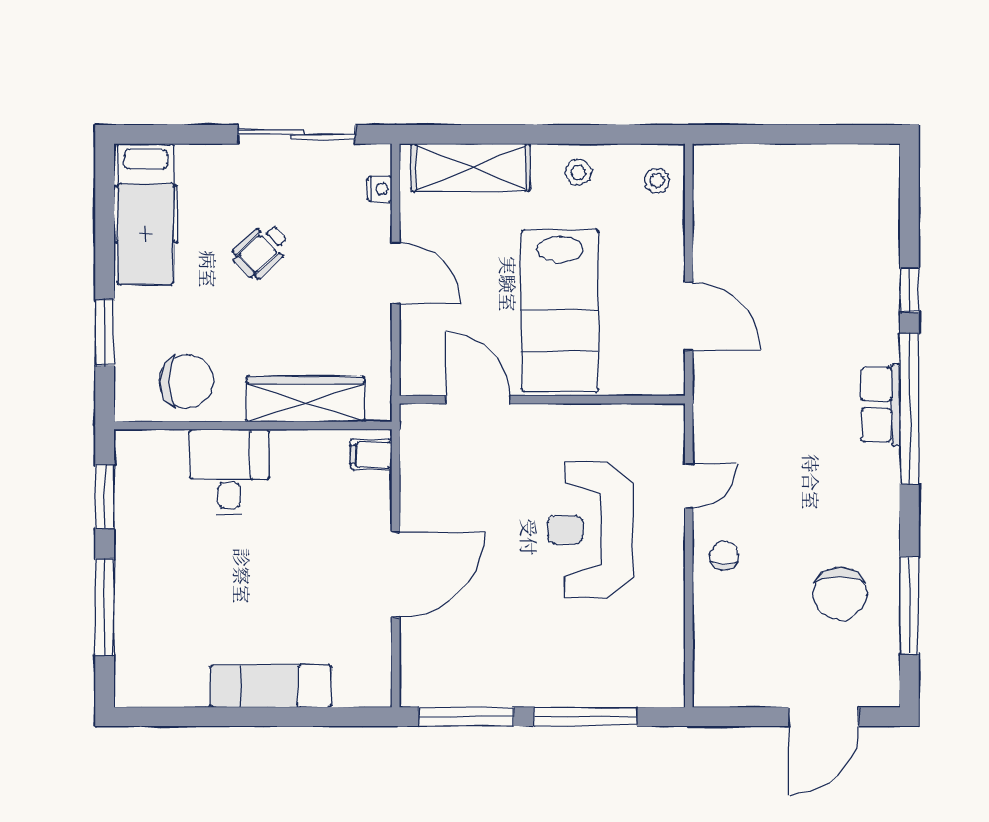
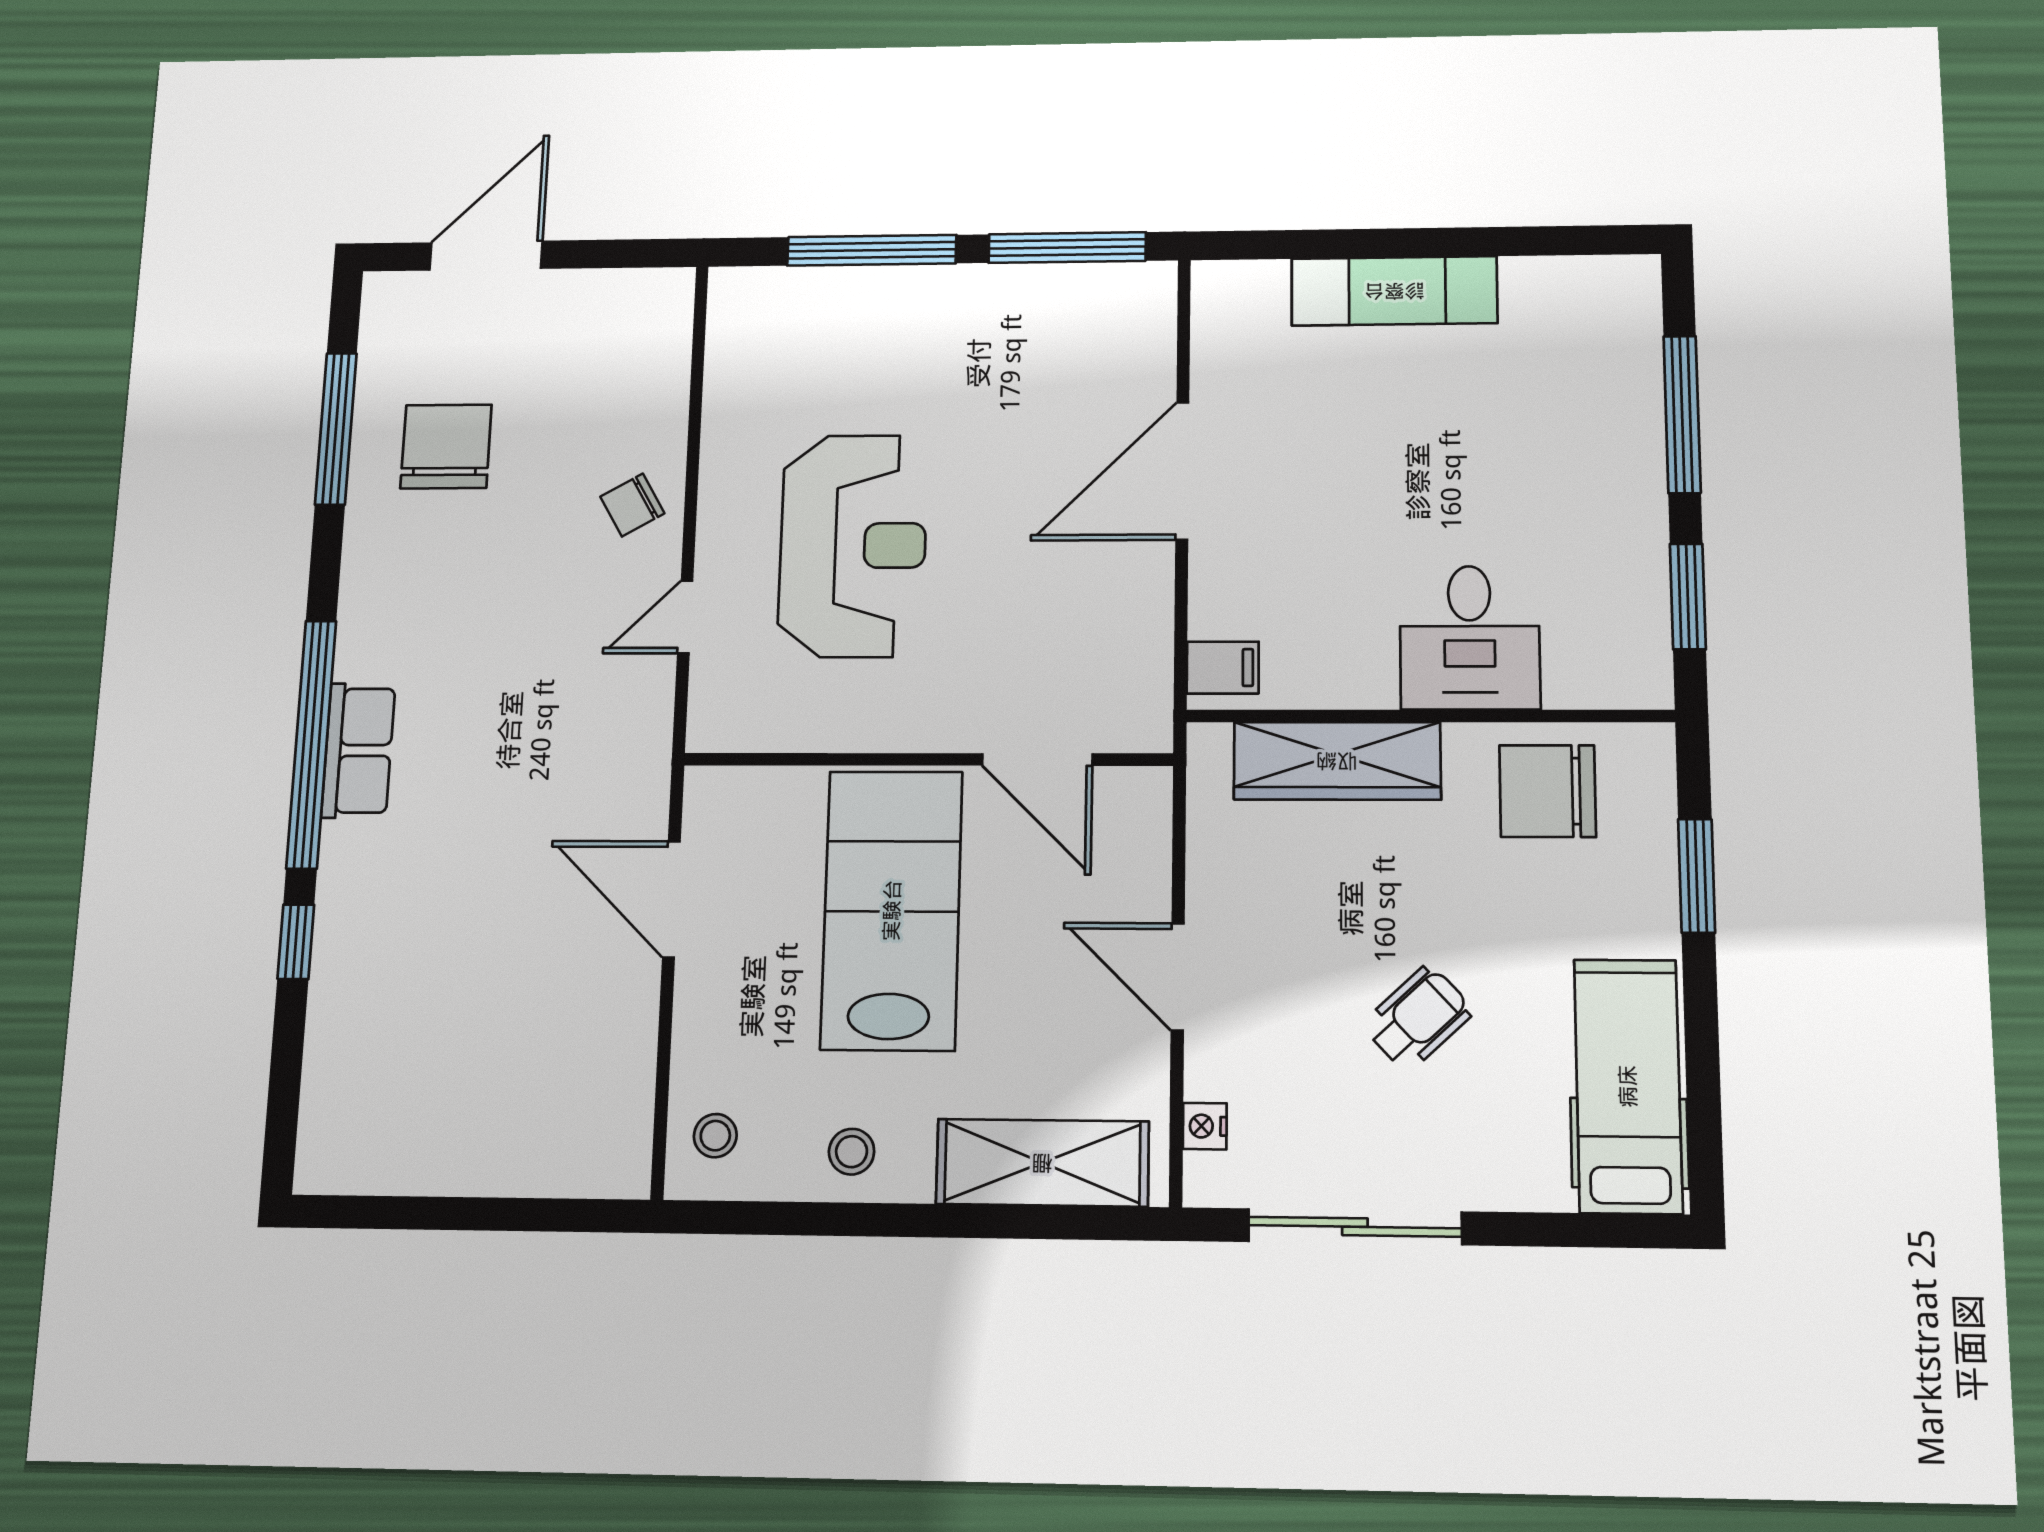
chair: (724, 556) -> (632, 505), turned 60

